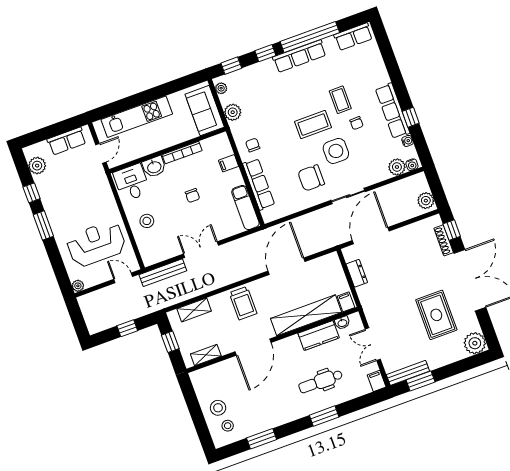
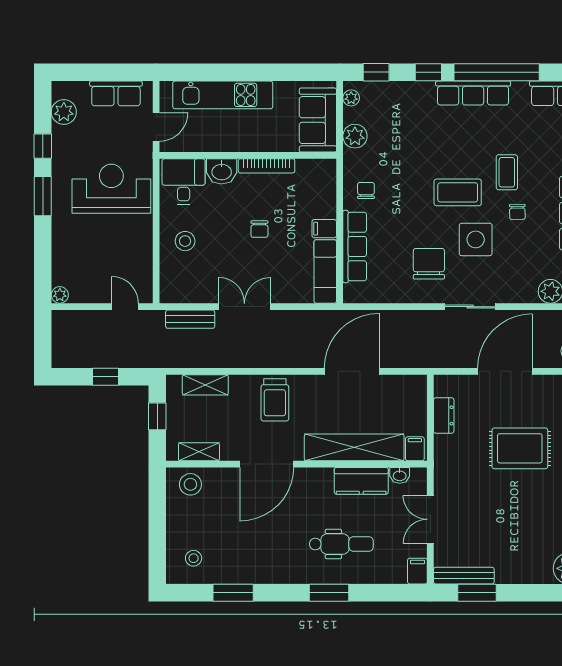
filing cabinet: (229, 163) -> (324, 229), moved
chair: (311, 178) -> (429, 264), turned 90
door: (371, 236) -> (505, 371), moved
reception desk: (96, 244) -> (111, 189), moved
bench: (163, 273) -> (190, 319), width x0.73
rug: (436, 315) -> (520, 448), moved, turned 90
dental chair: (321, 381) -> (341, 544), turned 180
stool: (218, 408) -> (190, 484), moved

